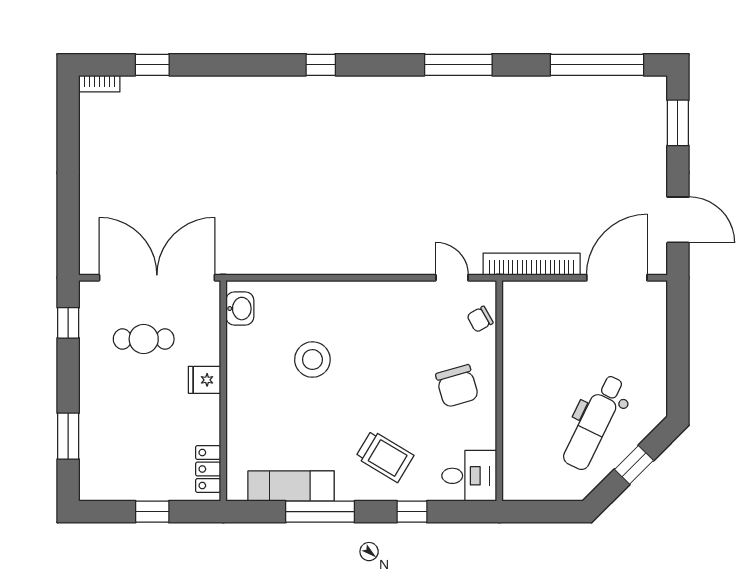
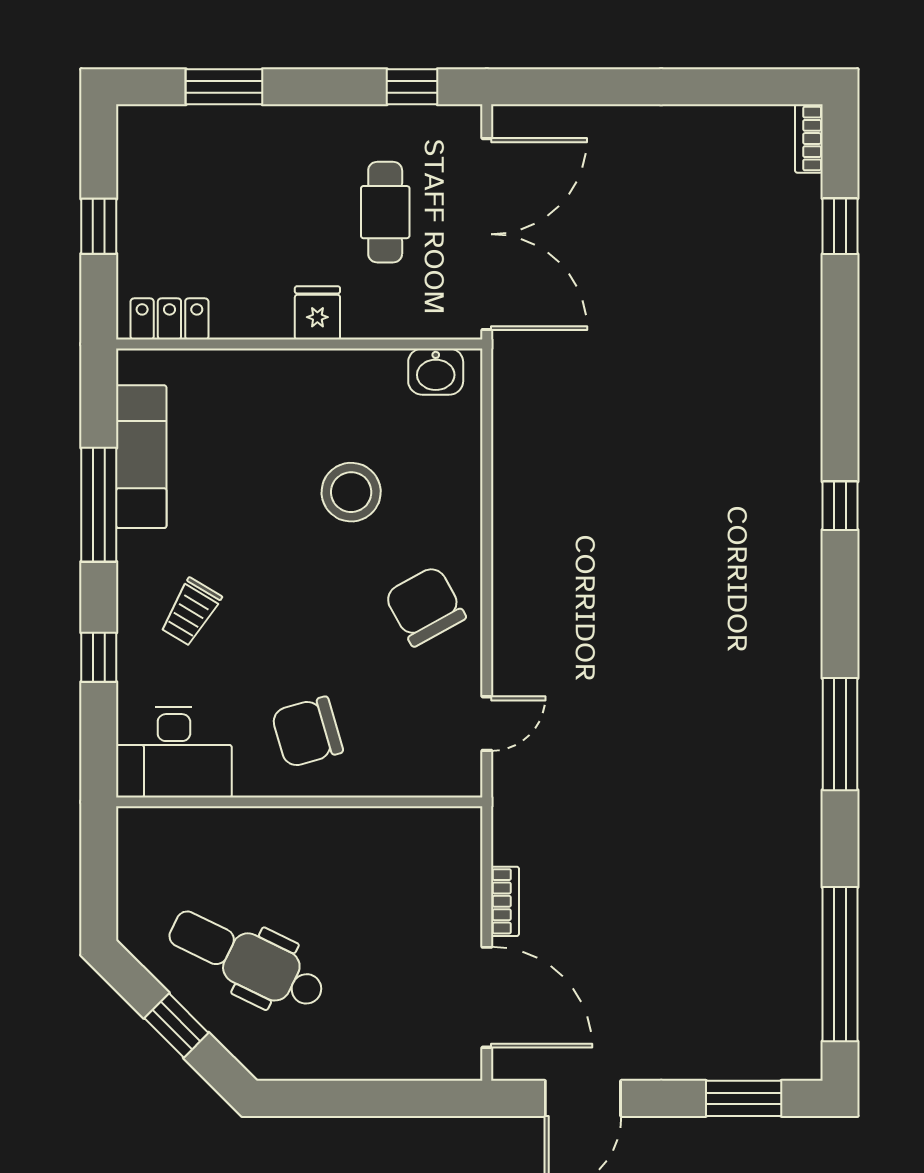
bookcase: (532, 264) -> (505, 901), width x0.43, depth x0.76
chair: (480, 319) -> (425, 606), moved, width x1.87, depth x1.87
trolley: (385, 456) -> (191, 612), width x0.73, depth x0.72
desk: (469, 476) -> (174, 752), width x1.37

